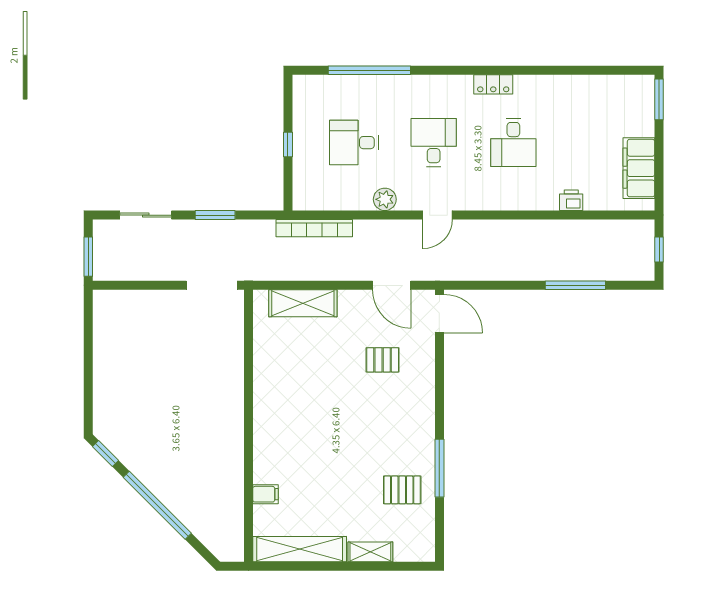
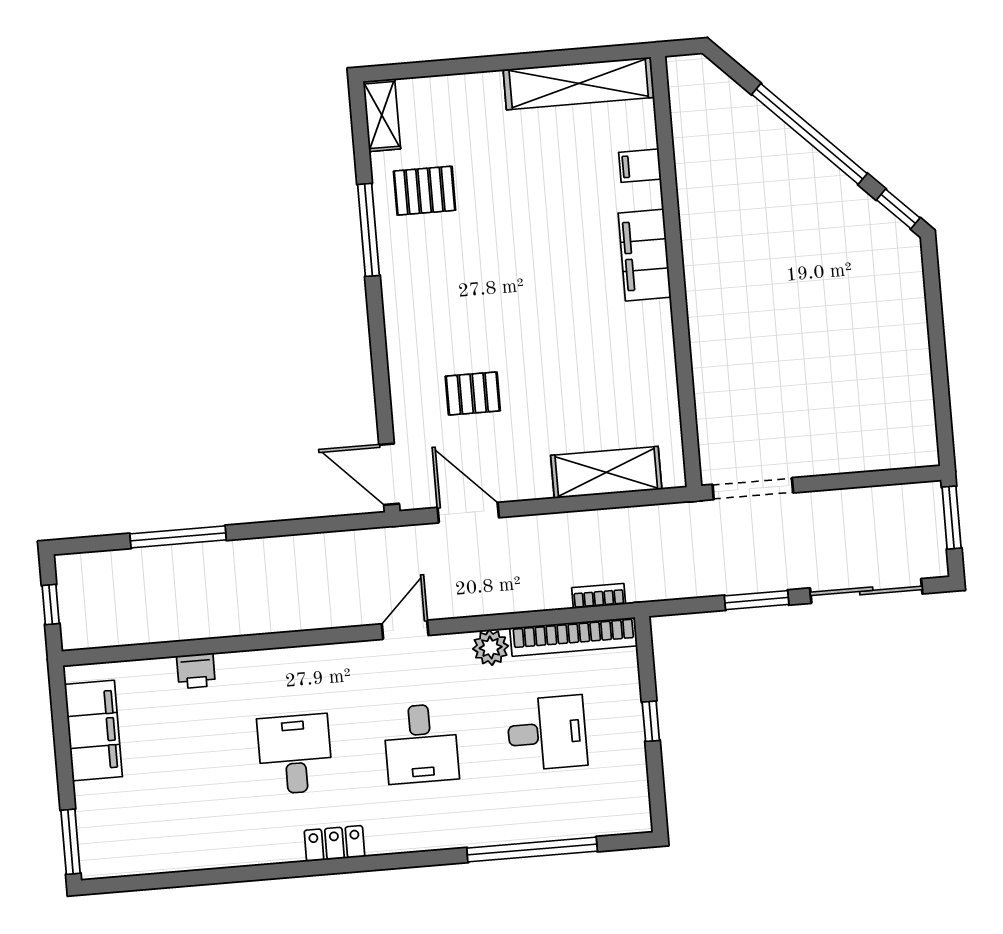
bookcase: (332, 202) -> (574, 637), added
sliding door: (146, 215) -> (866, 591), width x1.37
bookcase: (314, 228) -> (599, 596), width x0.43, depth x0.76
filing cabinet: (267, 438) -> (645, 255), added
shelving: (370, 552) -> (382, 115), moved, turned 90

